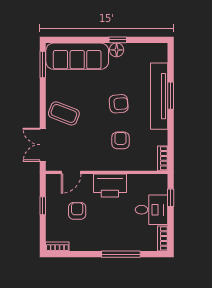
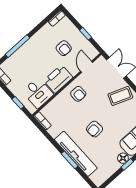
armchair: (120, 140) -> (78, 94), moved
desk: (152, 210) -> (38, 93), moved, turned -90

